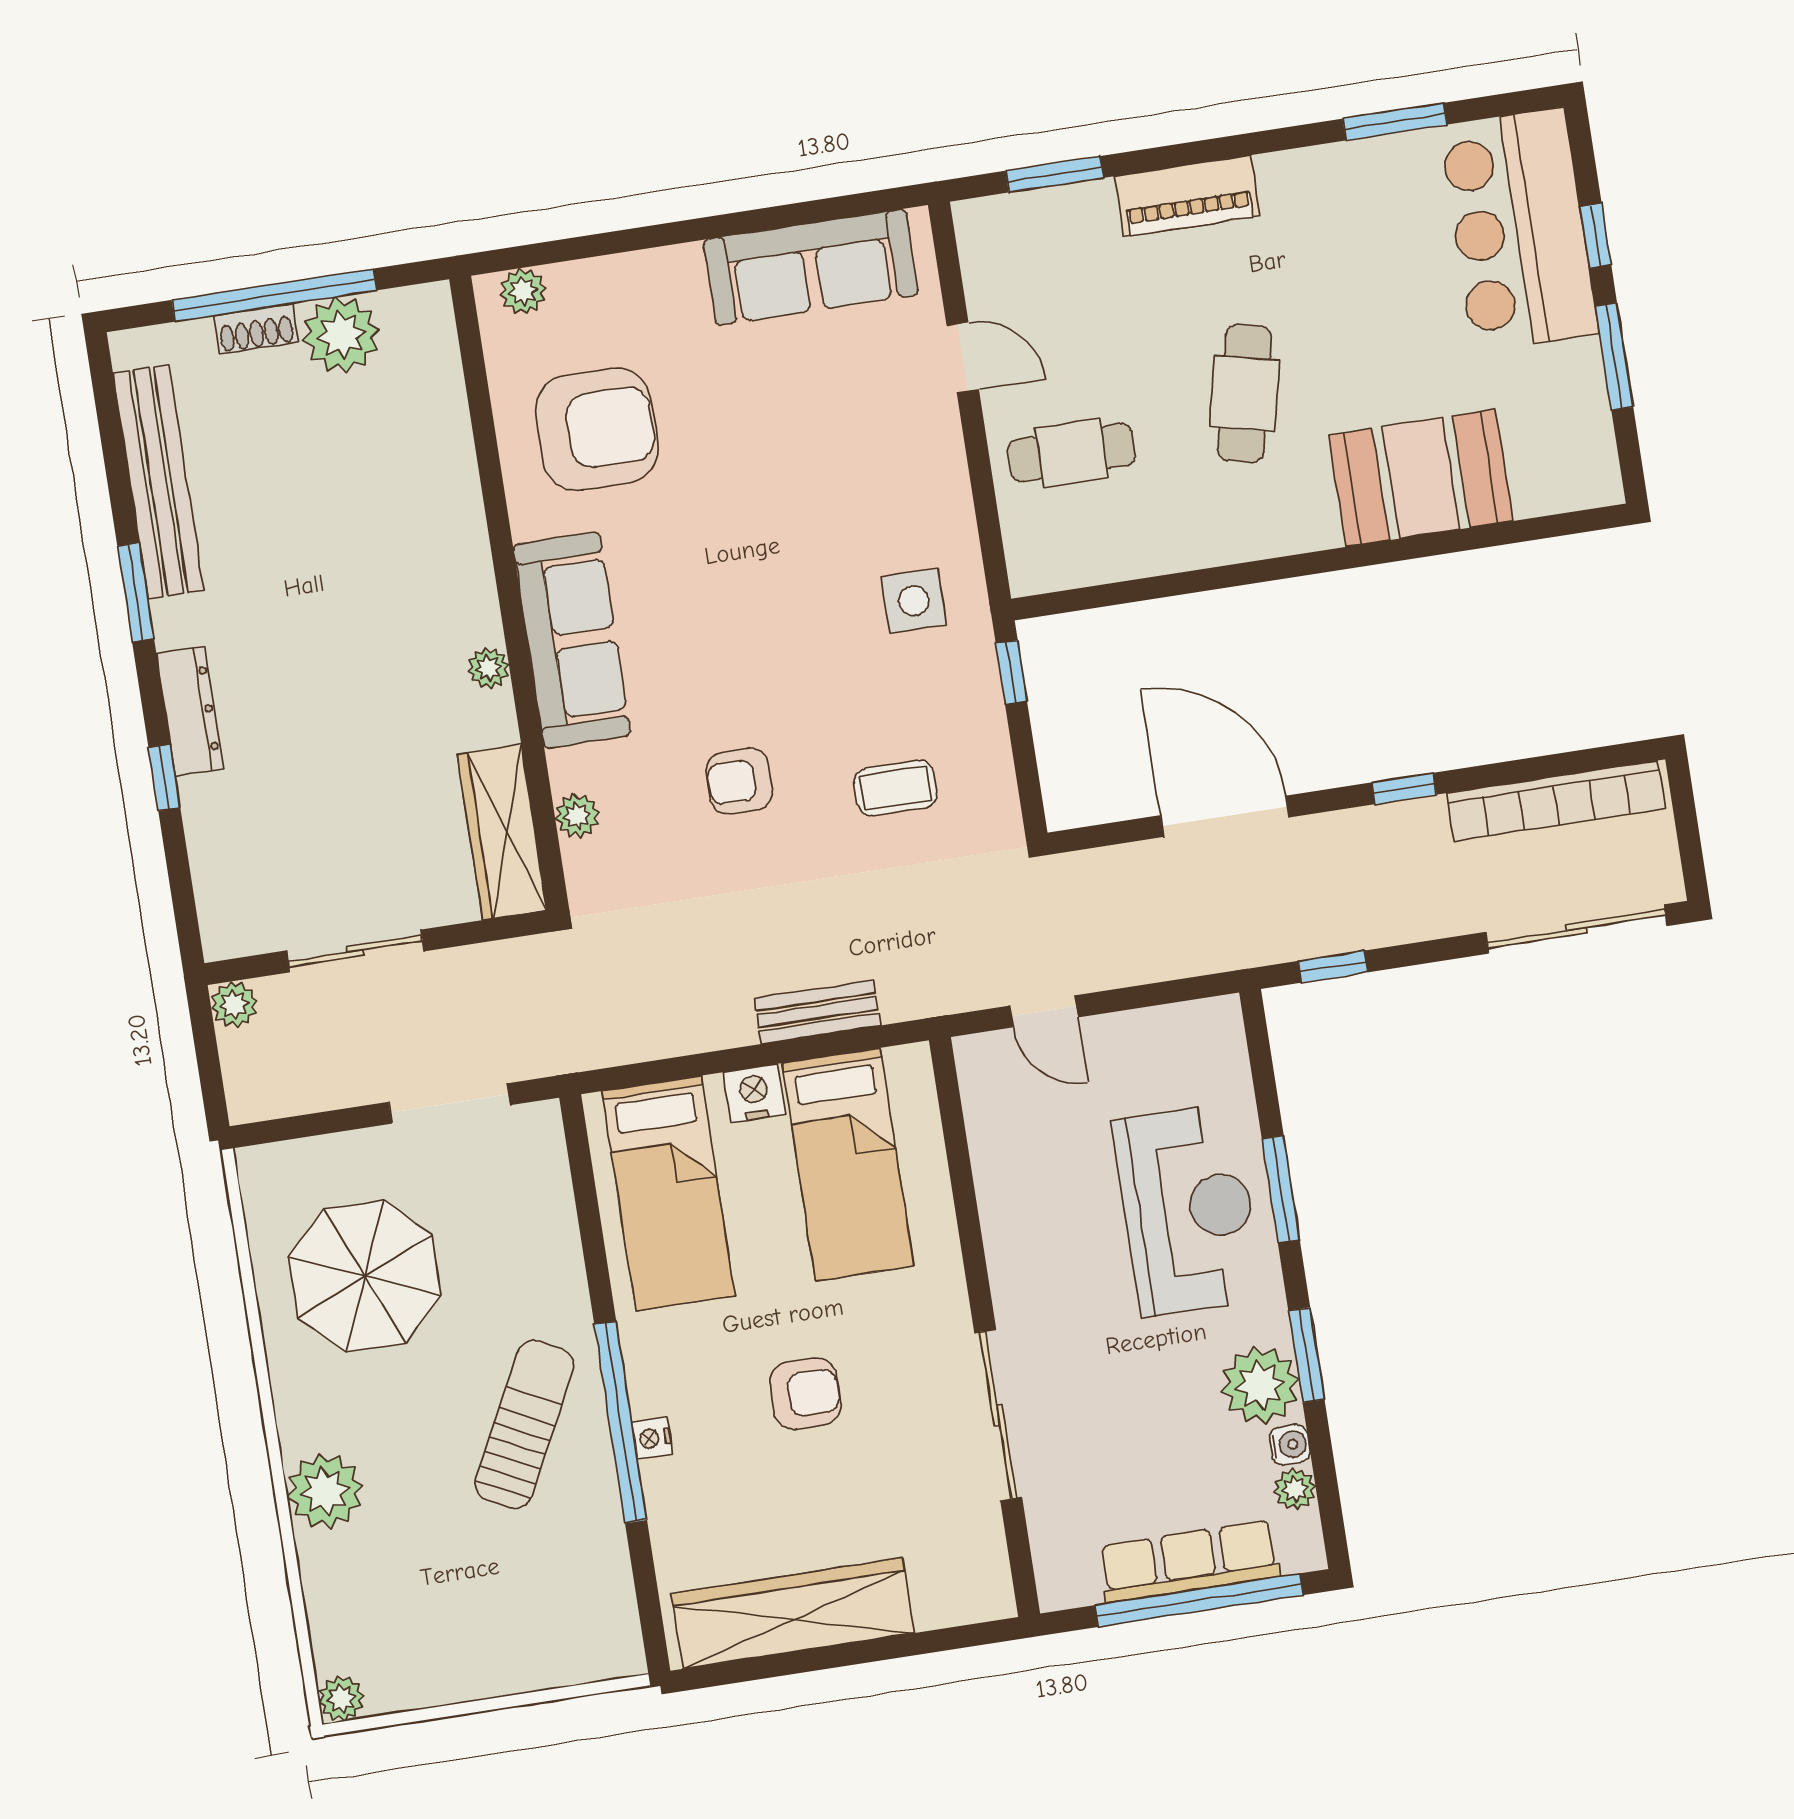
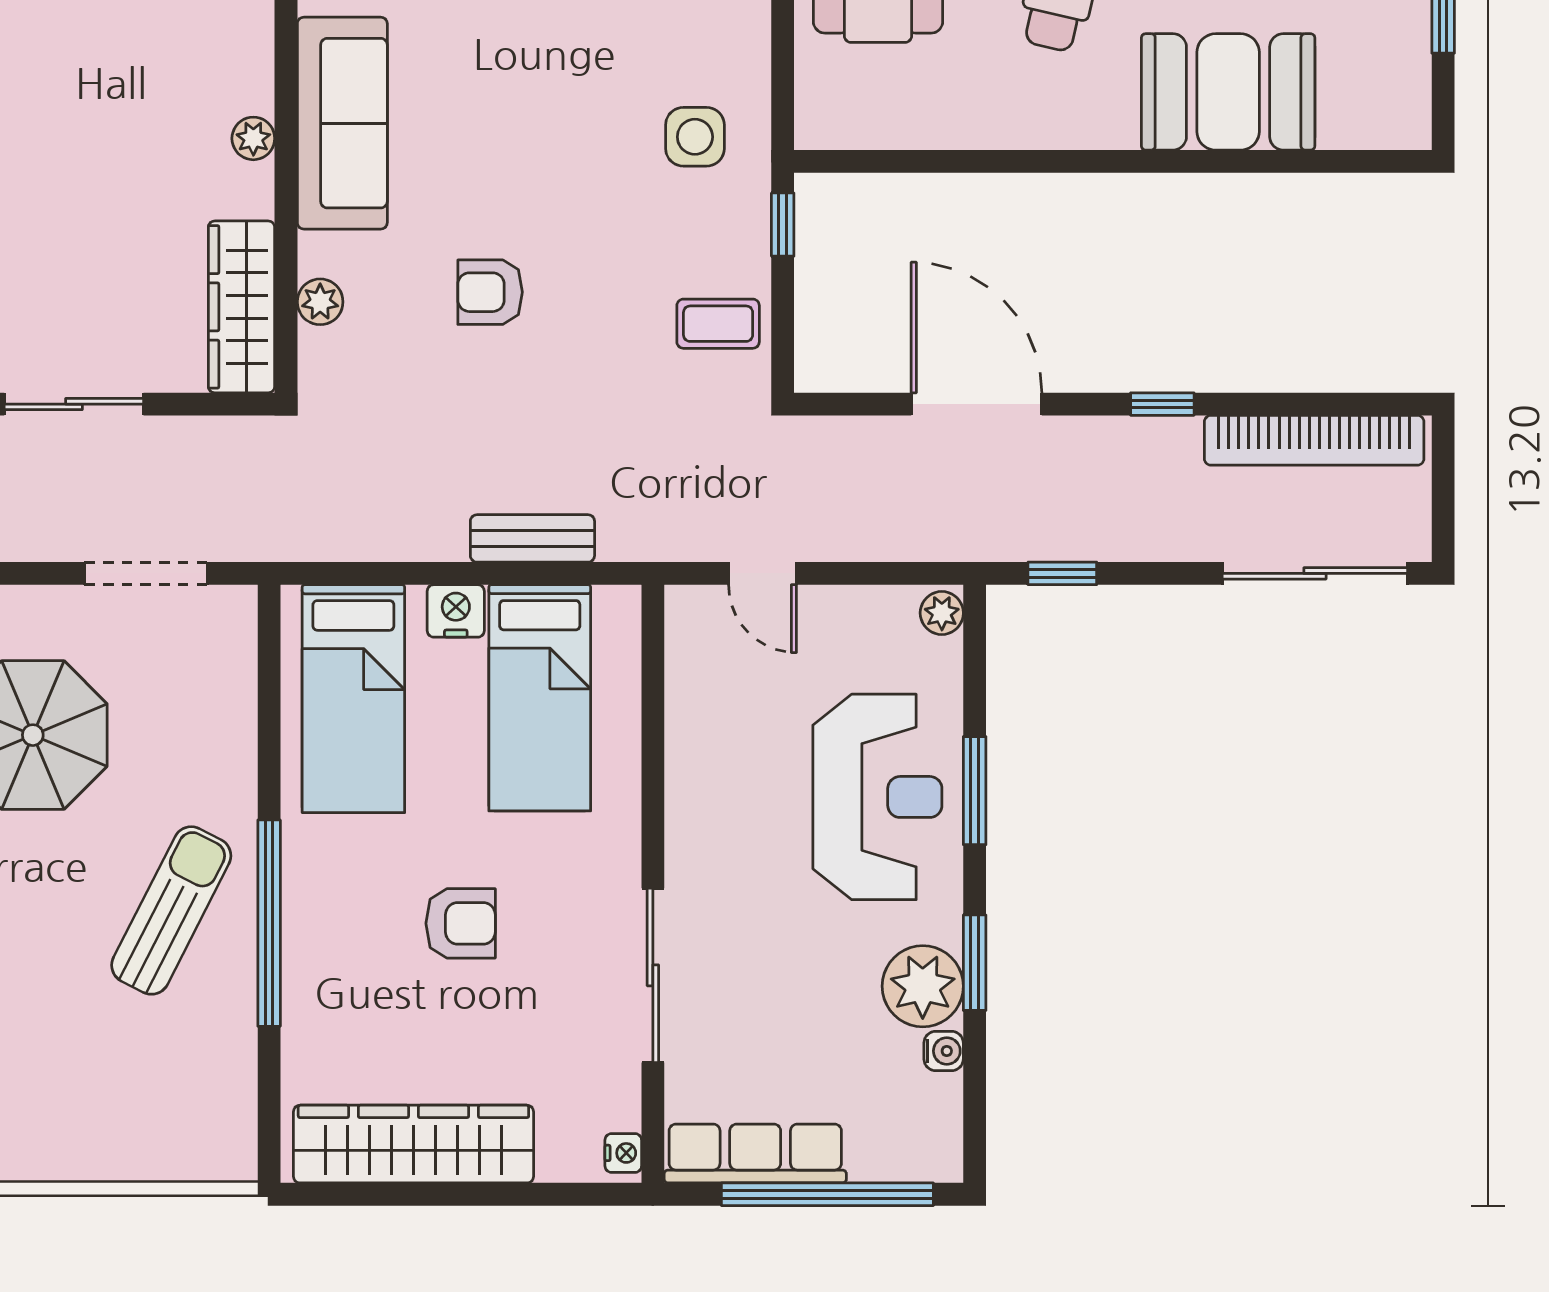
coffee table: (896, 788) -> (718, 324), moved
nightstand: (652, 1438) -> (623, 1153), moved, turned 180
plant: (1295, 1489) -> (942, 613), moved
row of seats: (1189, 1561) -> (755, 1154), moved

